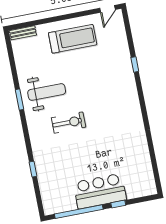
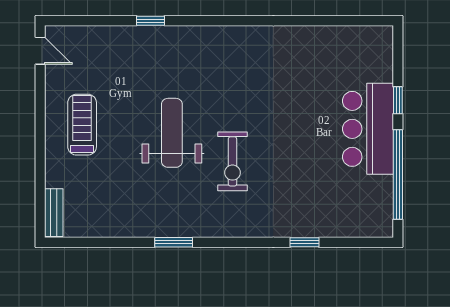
treadmill: (73, 39) -> (82, 125), width x0.73, depth x0.73
weight bench: (47, 92) -> (172, 133), moved
exercise bike: (69, 122) -> (232, 161), turned 180

